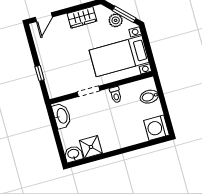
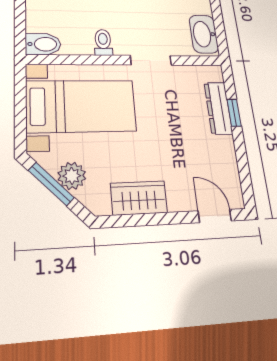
door: (44, 17) -> (215, 216), hinge flipped
dresser: (48, 74) -> (218, 108), added
bidet: (149, 97) -> (43, 44), moved

